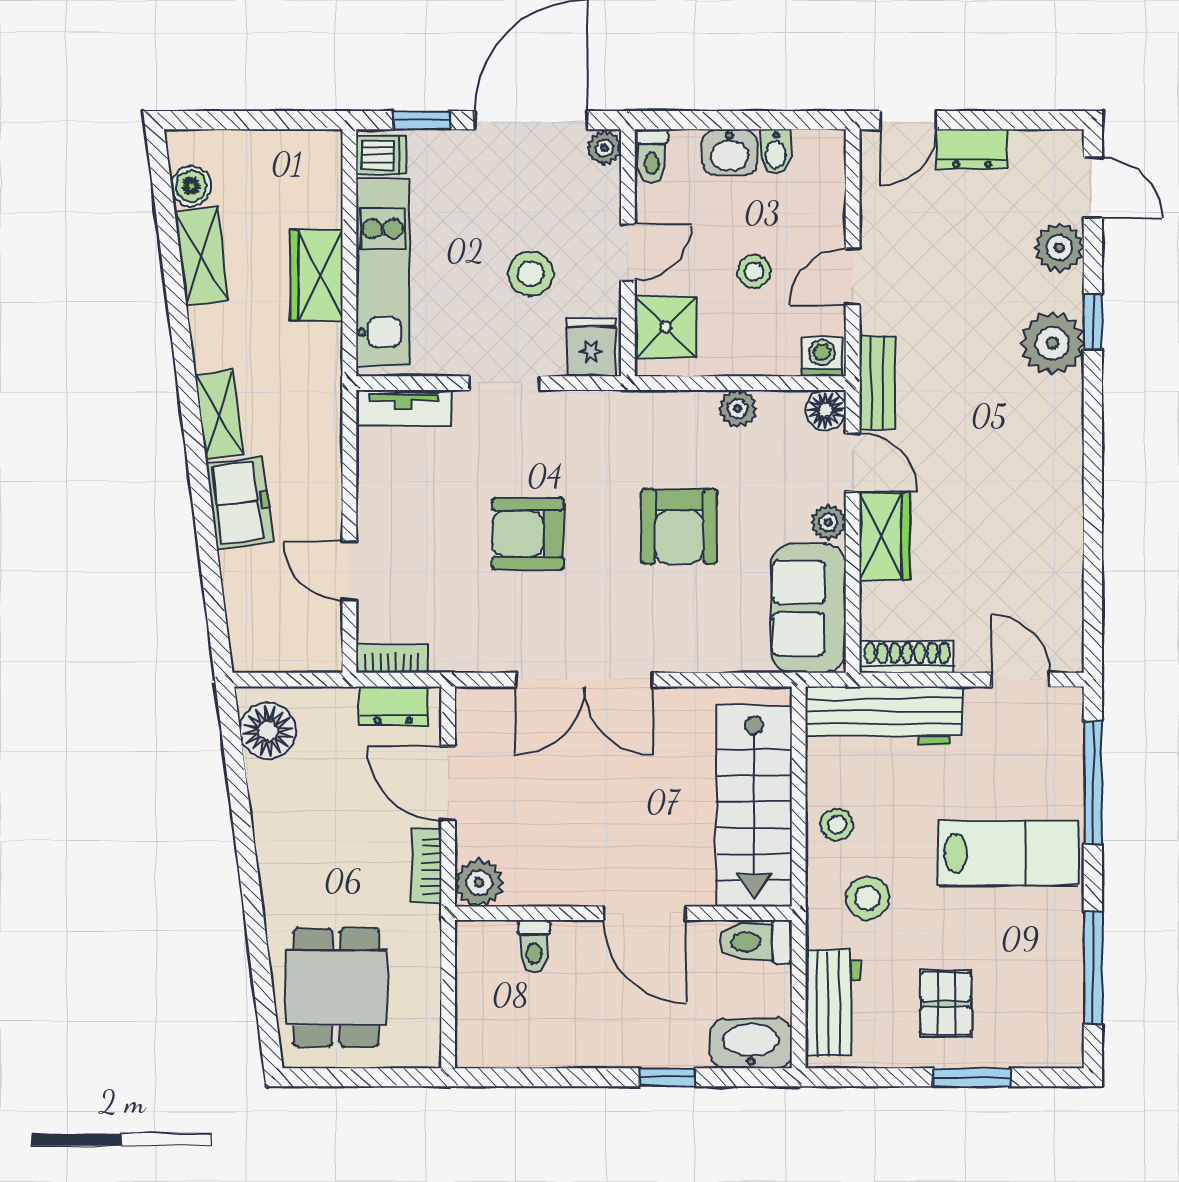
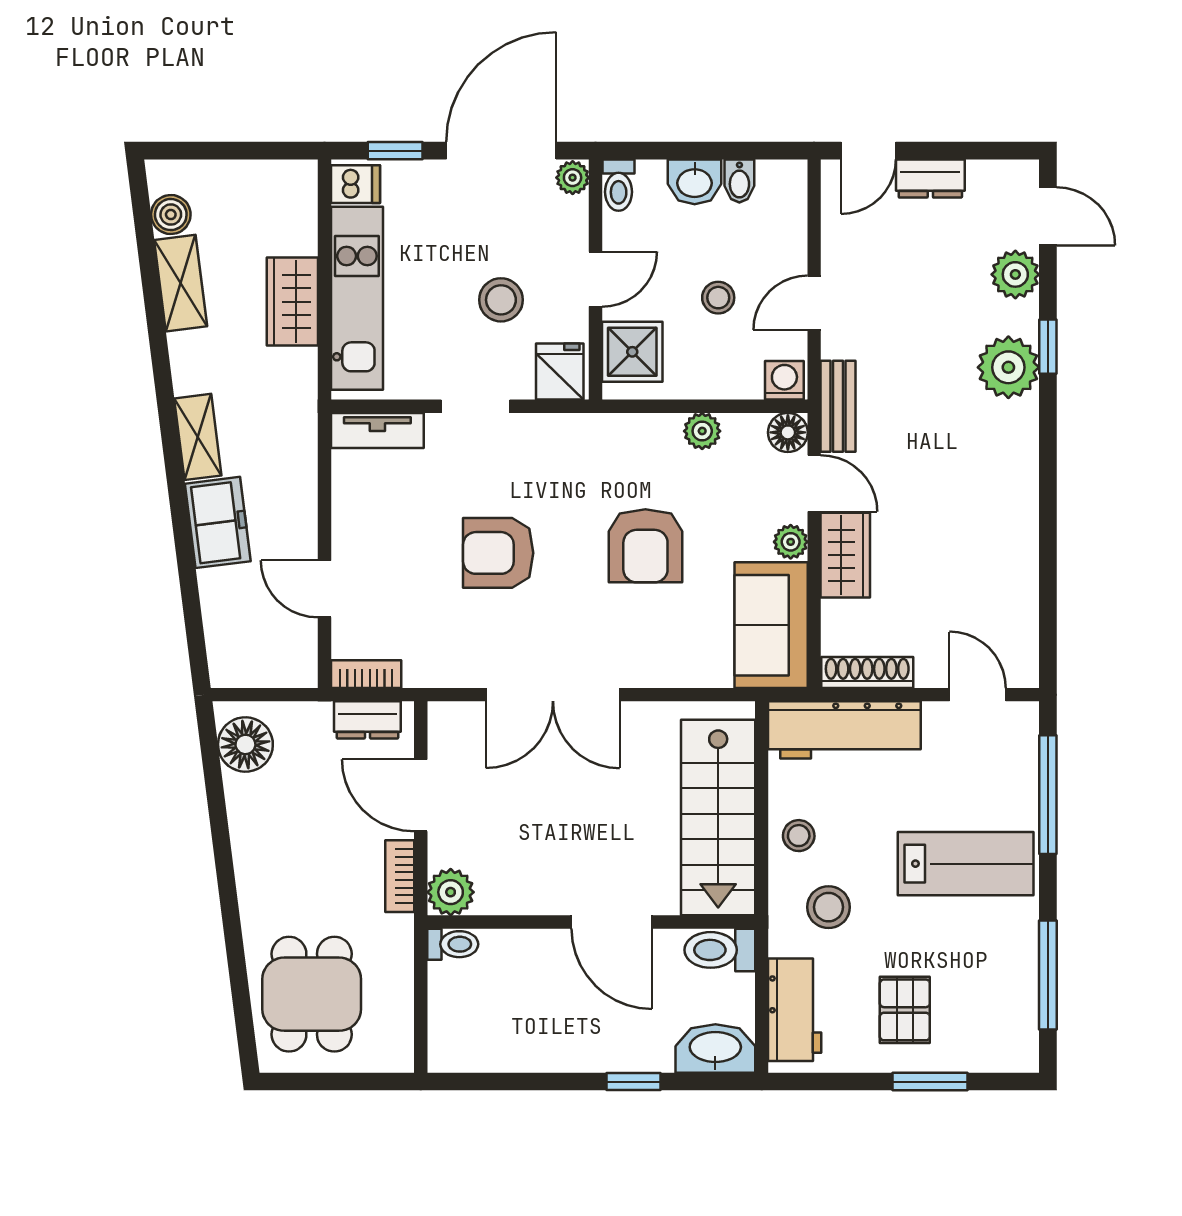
toilet: (534, 946) -> (453, 944), moved, turned -90

